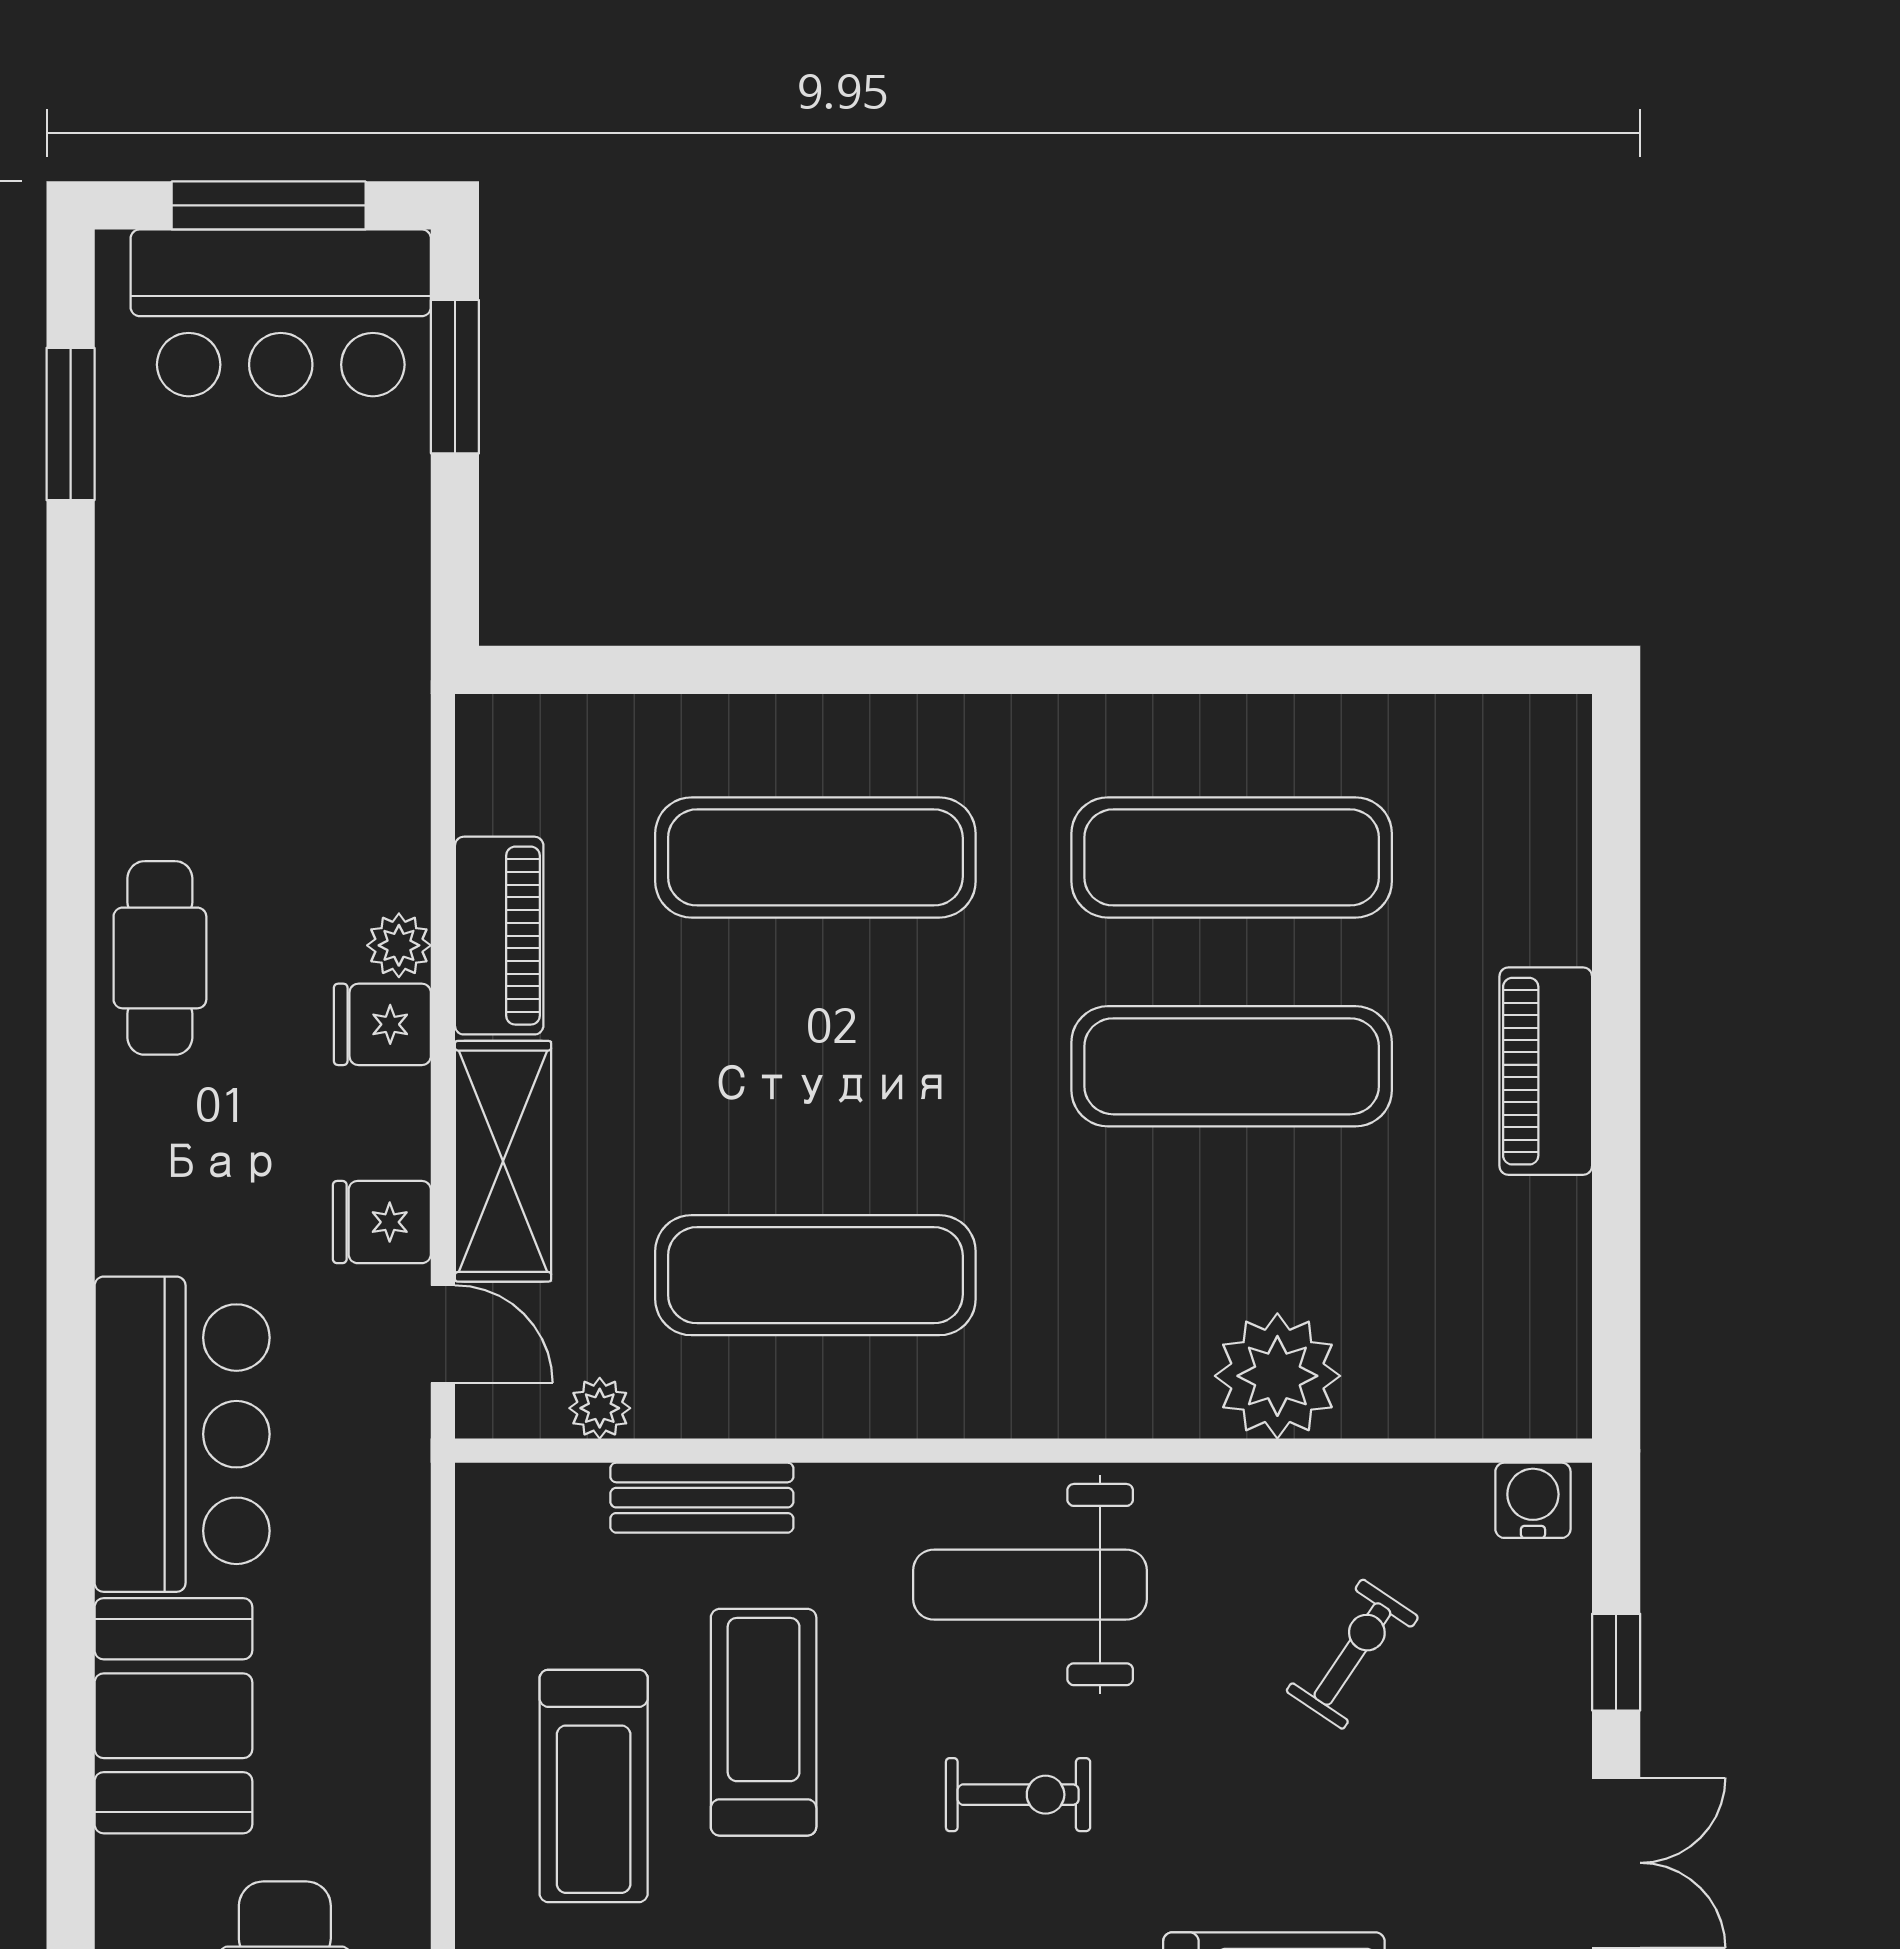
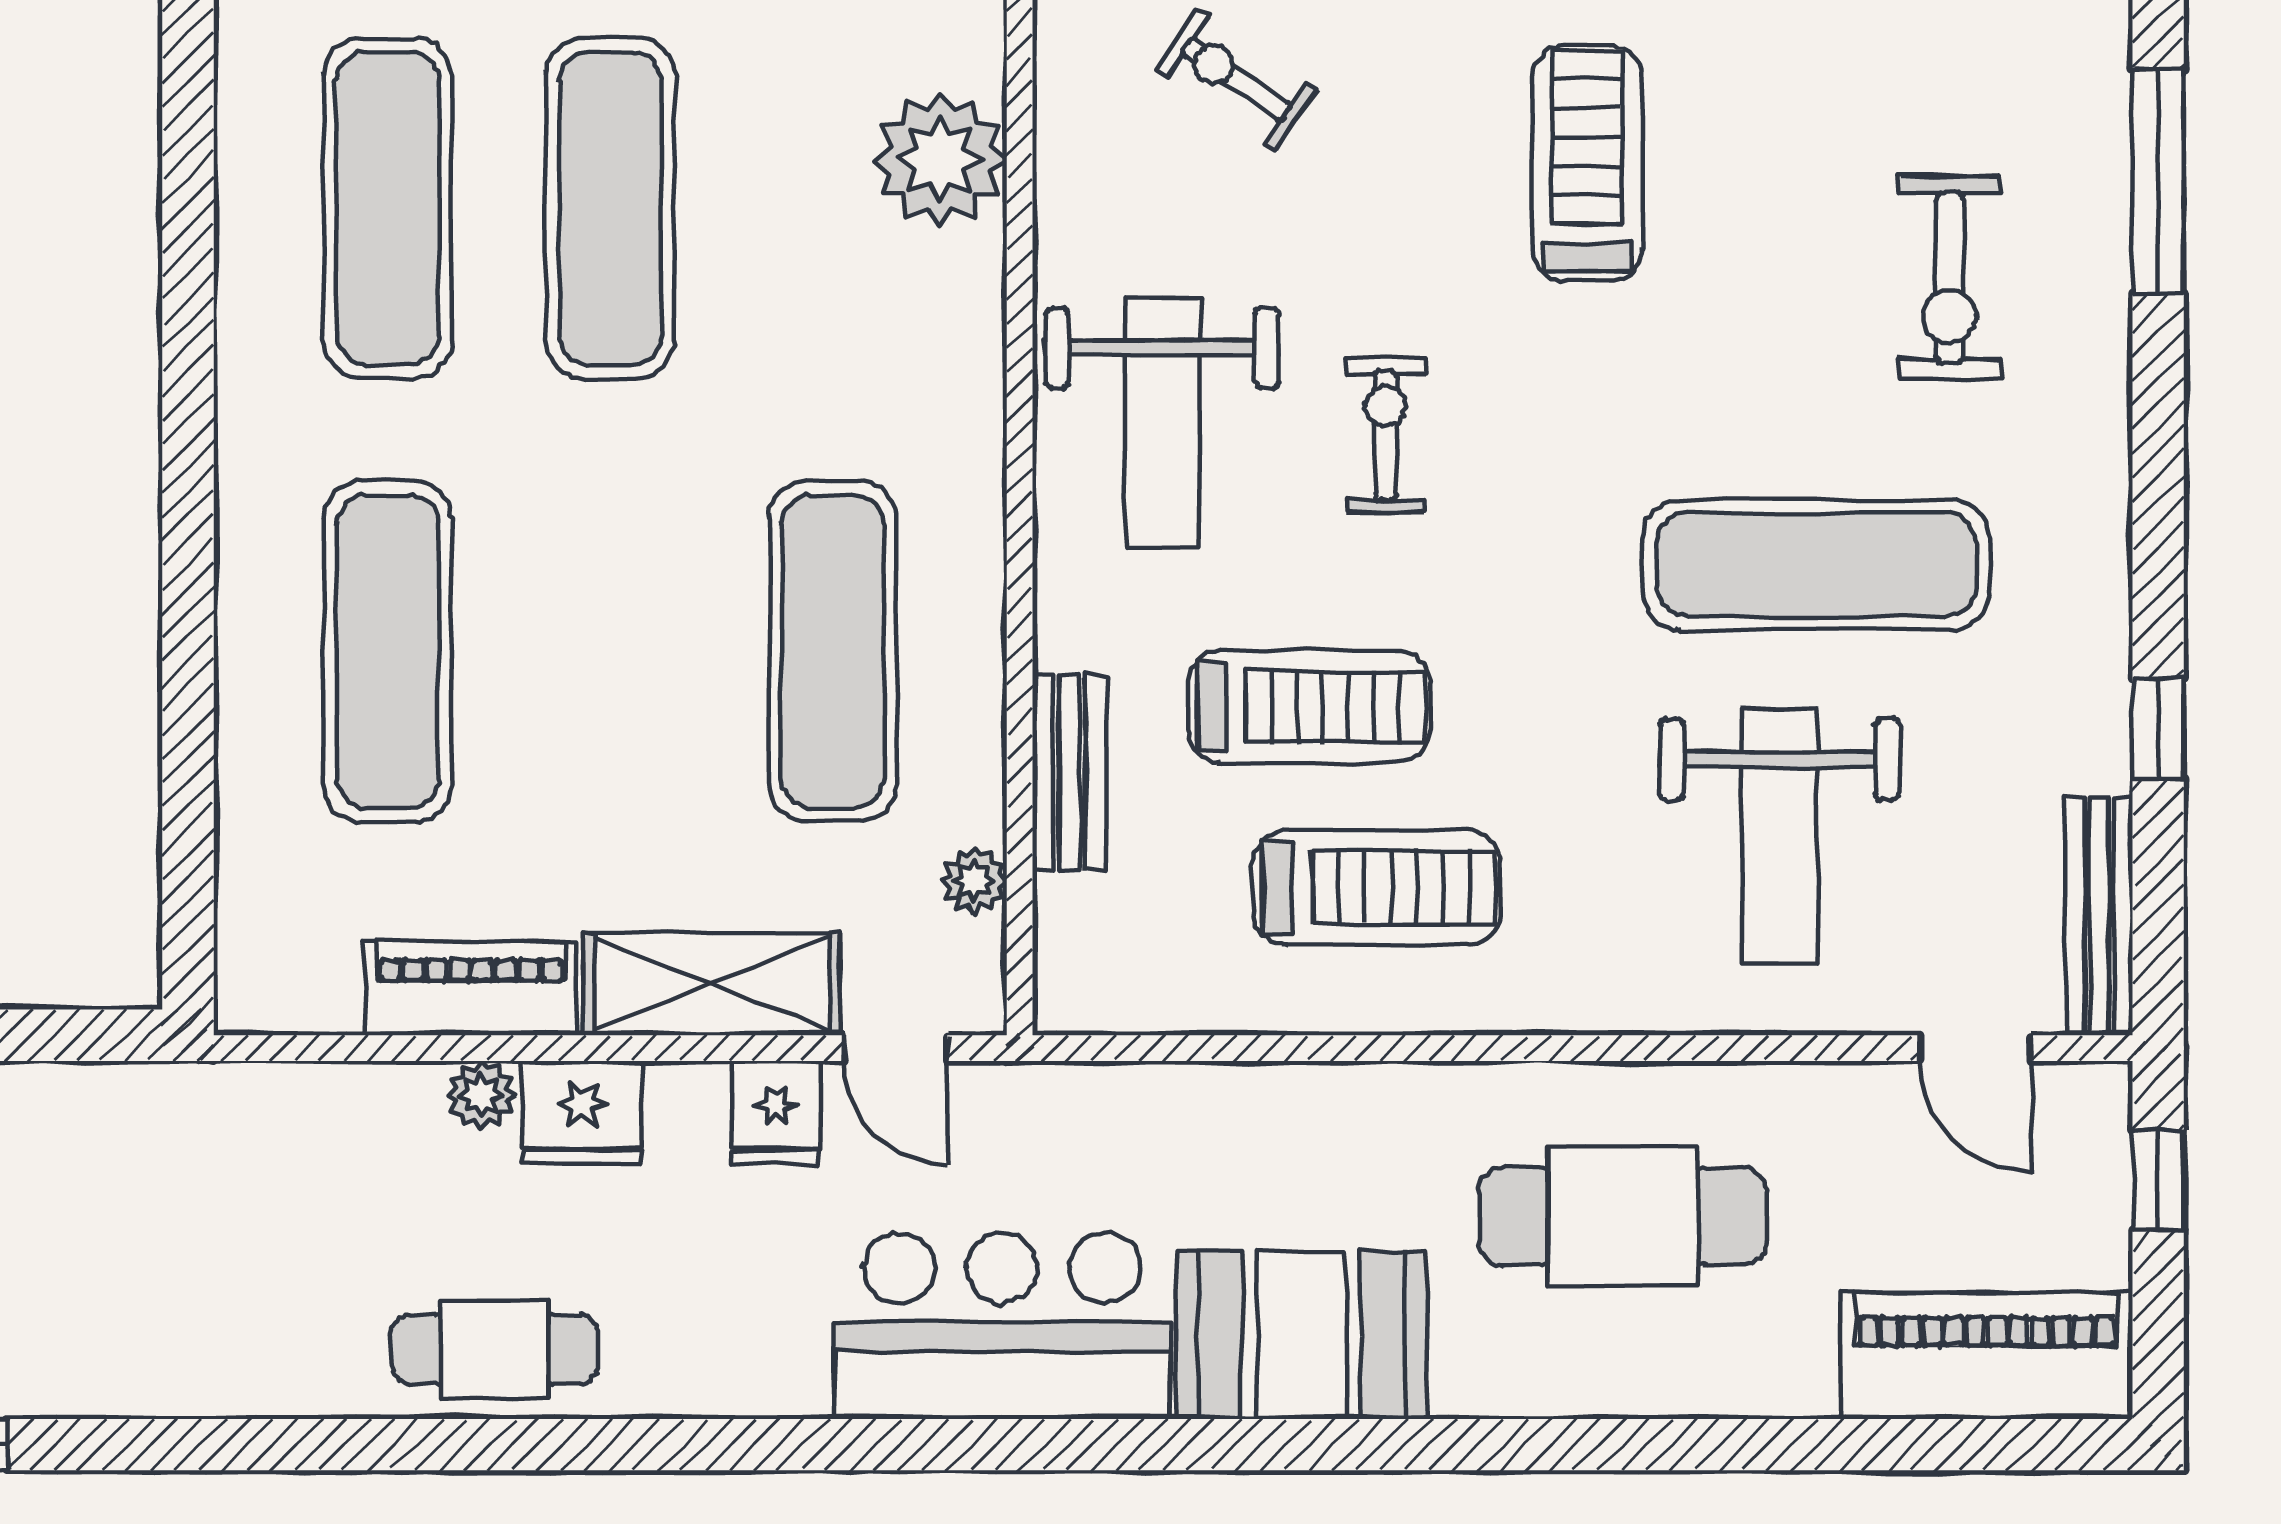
fridge: (382, 1024) -> (582, 1112), width x1.38
door: (443, 1334) -> (895, 1048), swing flipped
treadmill: (764, 1722) -> (1309, 707), turned 180

